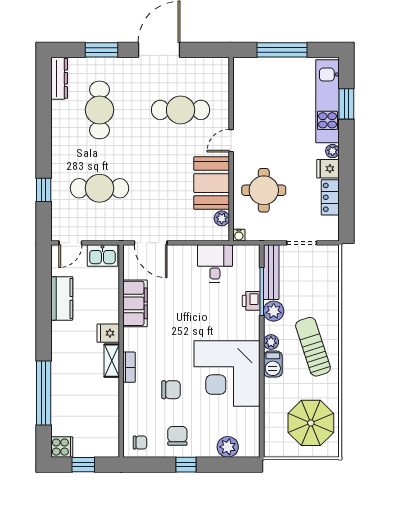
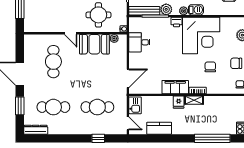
cafe table: (99, 188) -> (97, 107), turned 90
printer: (251, 301) -> (177, 22), moved
filing cabinet: (135, 303) -> (175, 87), moved

